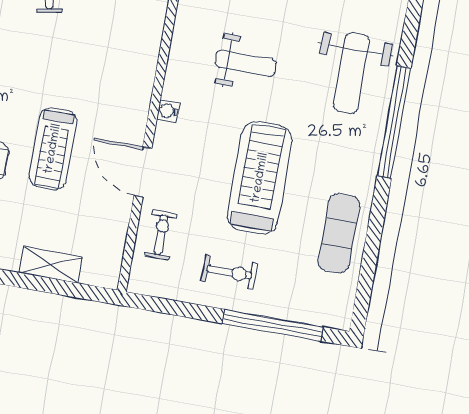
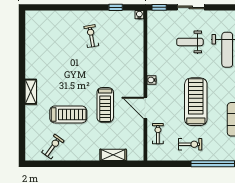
weight bench: (246, 63) -> (190, 42), moved, turned 180

